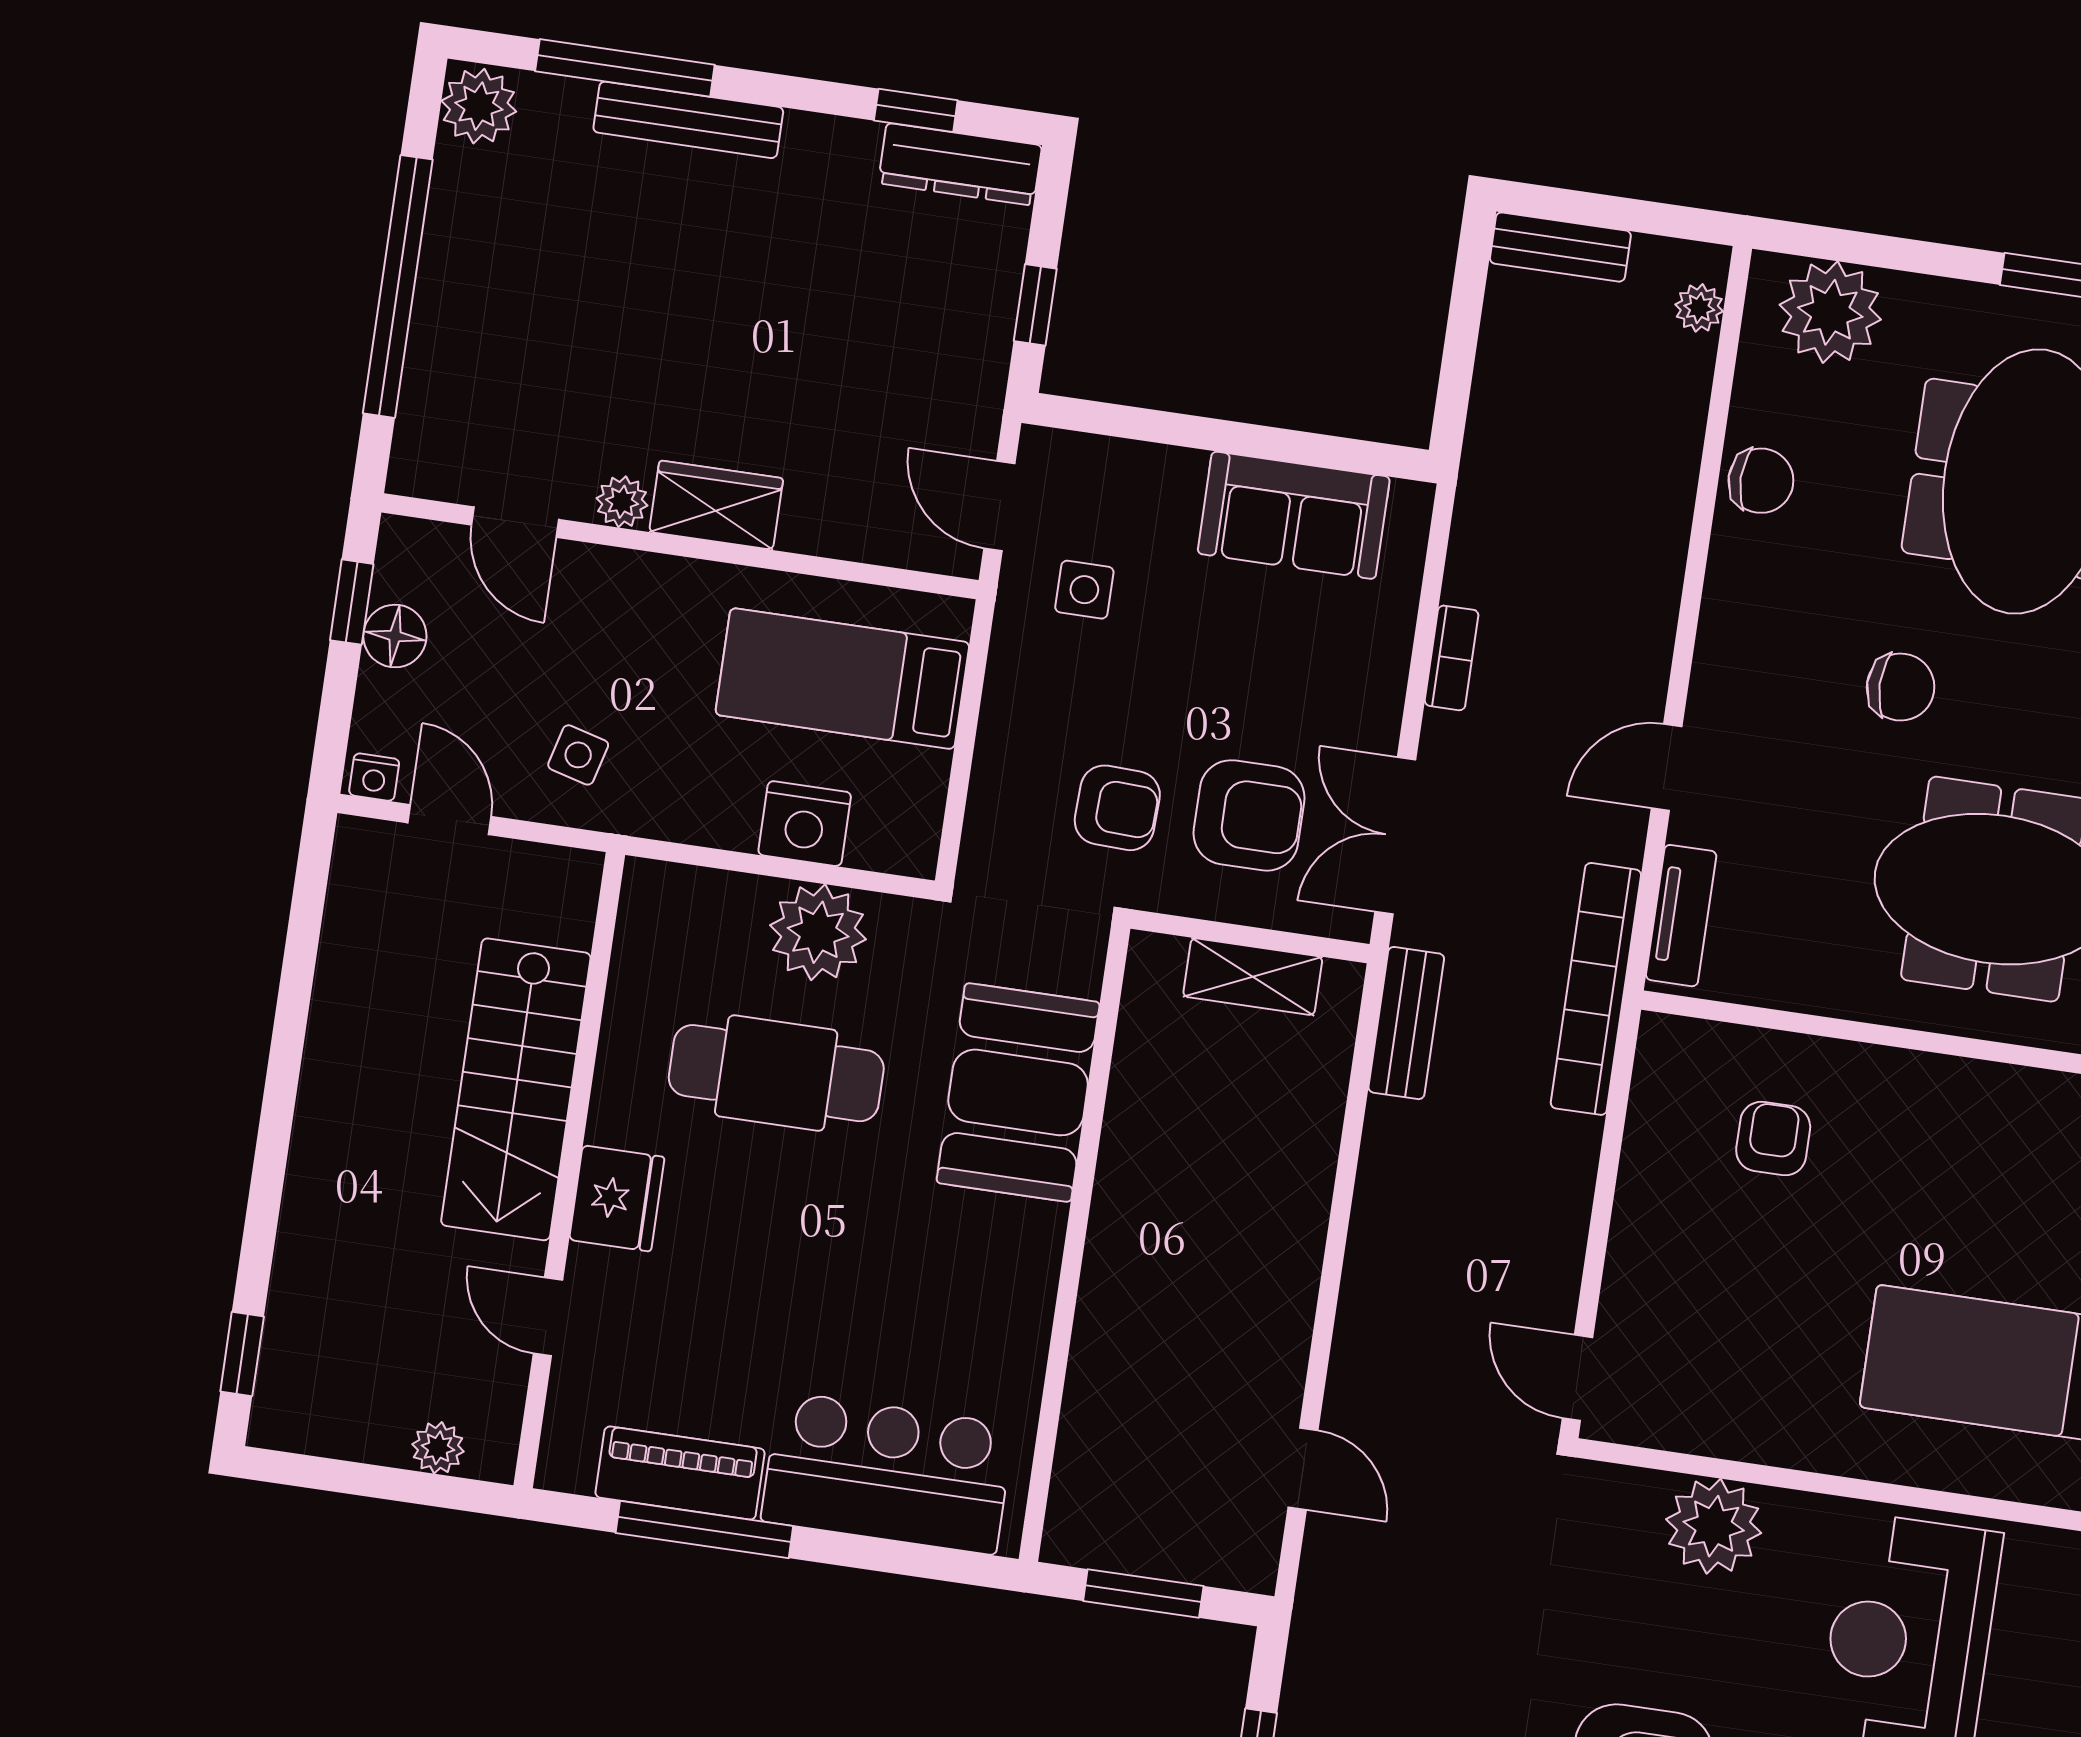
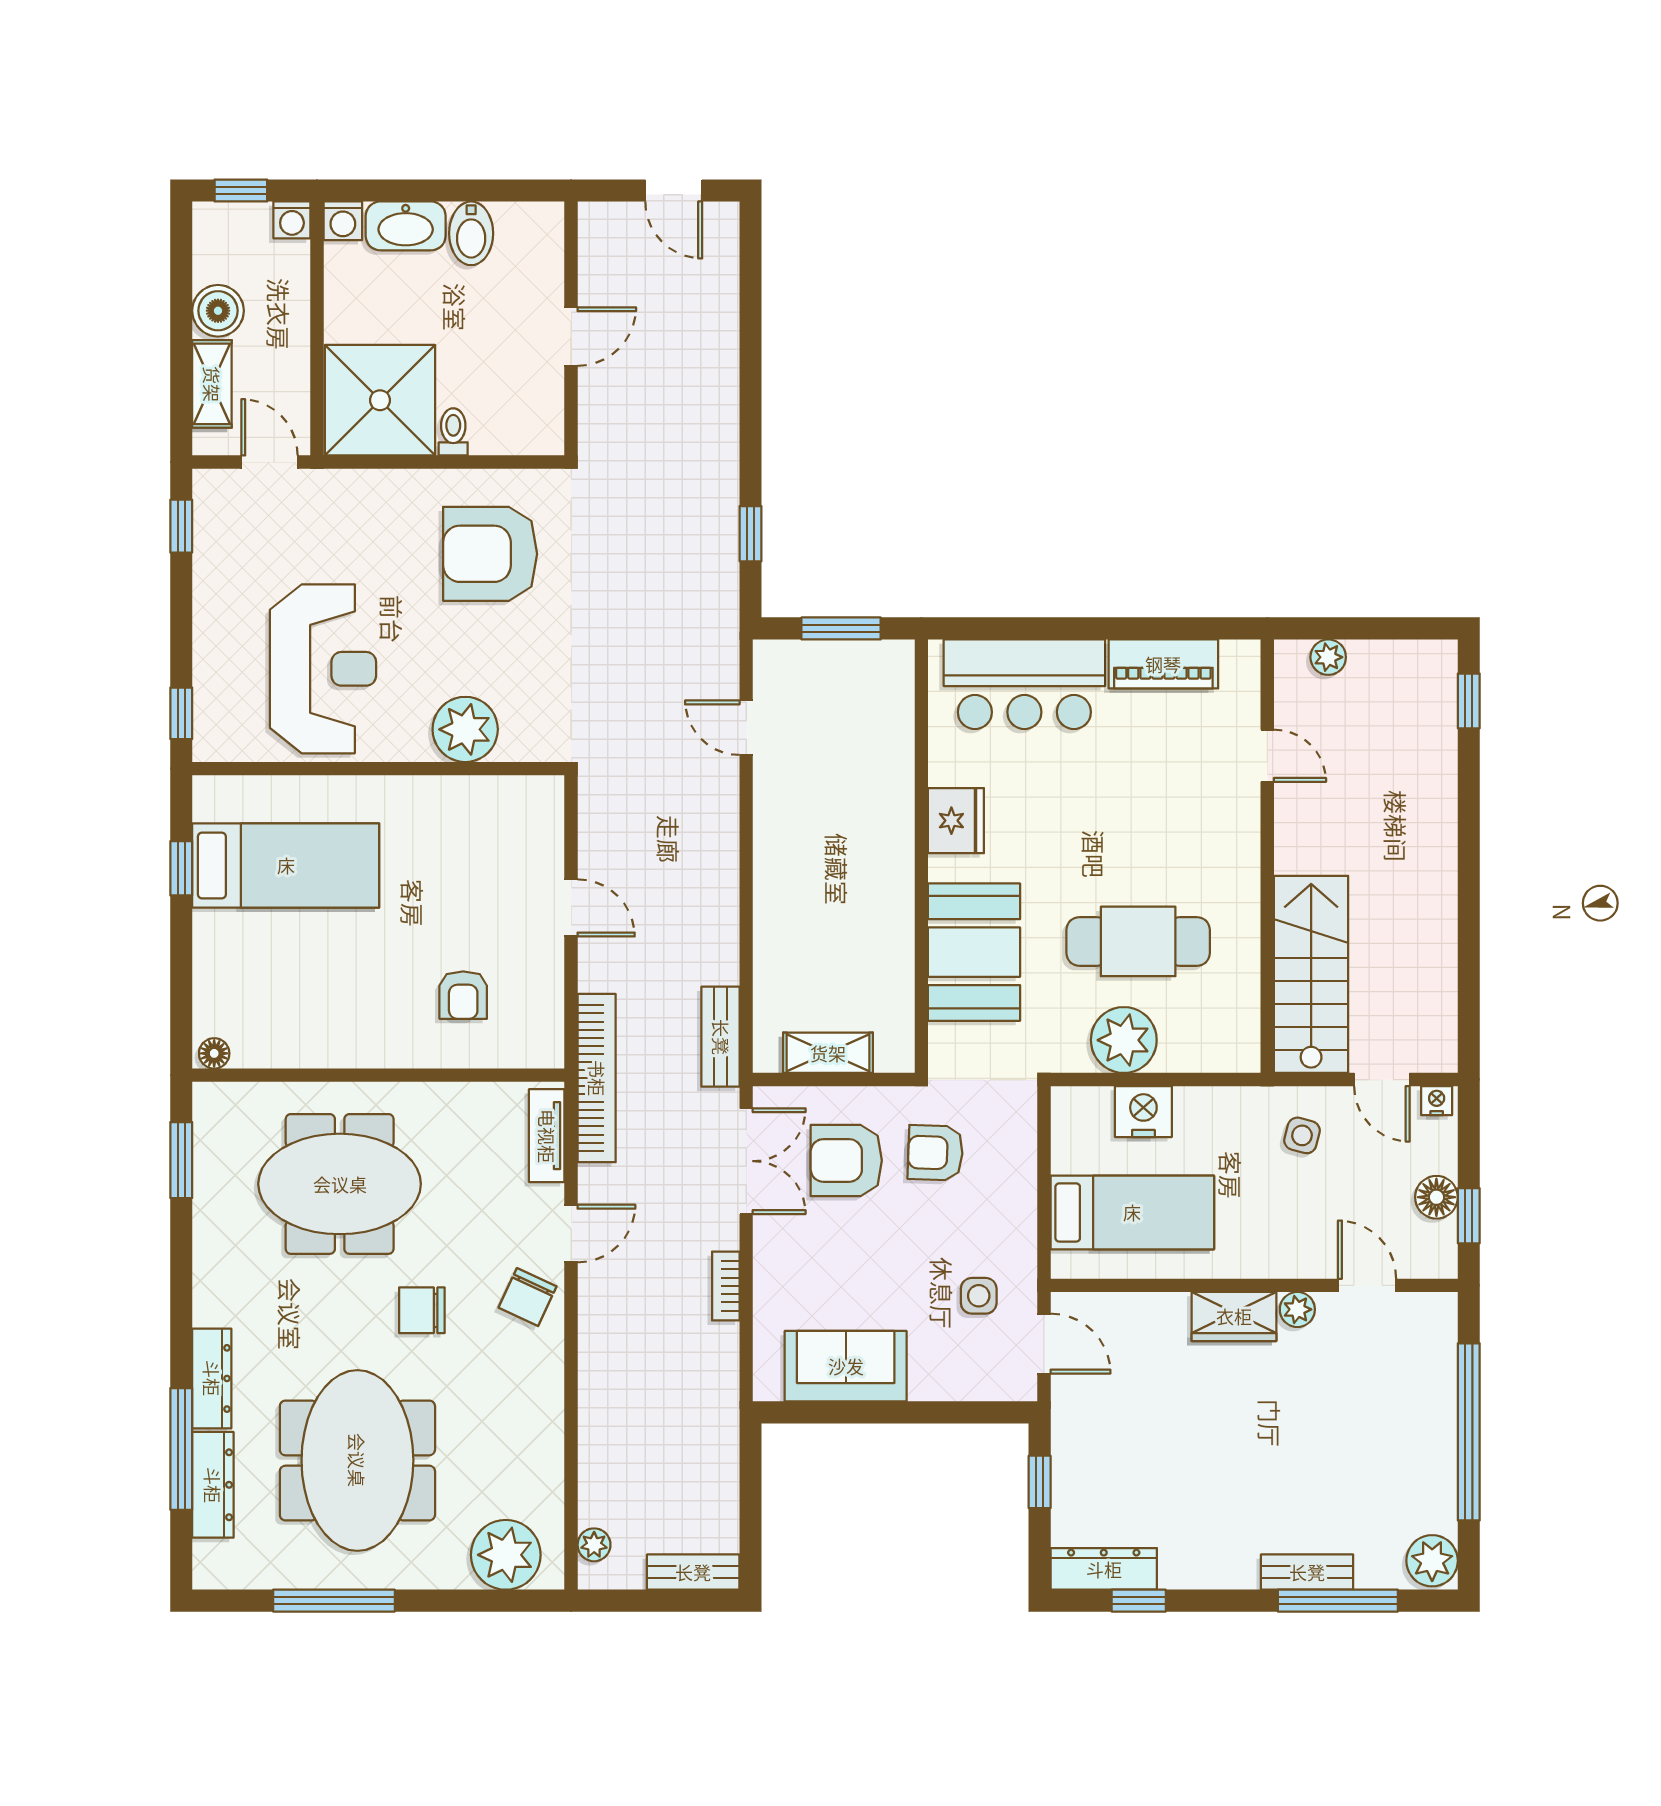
bench: (688, 120) -> (1307, 1572), width x0.73
chair: (1761, 481) -> (528, 1297), moved, turned -65
stairs: (516, 1089) -> (1311, 974), moved
fridge: (617, 1198) -> (956, 821), moved, turned 180
door: (1577, 1378) -> (571, 908), moved
window: (704, 1529) -> (1142, 628), removed

